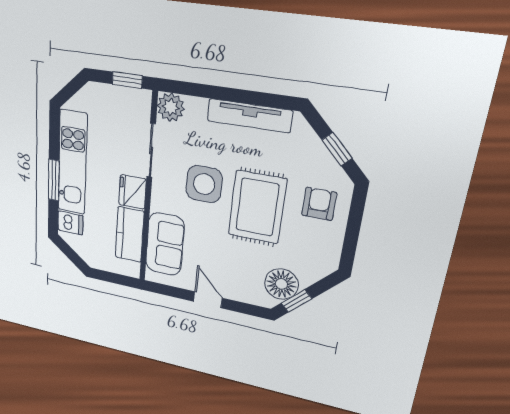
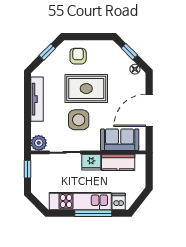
window: (54, 180) -> (93, 213), width x1.44
armchair: (319, 204) -> (78, 56), turned 90
floor lamp: (281, 284) -> (135, 69), width x0.53, depth x0.53
door: (208, 300) -> (149, 110), width x1.87
window: (296, 301) -> (129, 52), moved

